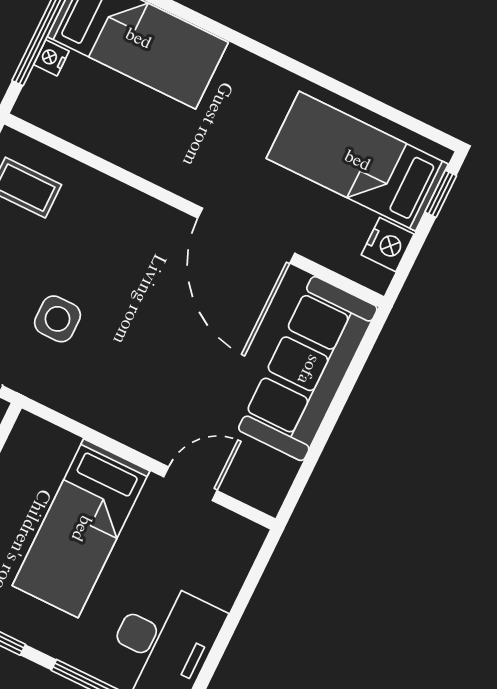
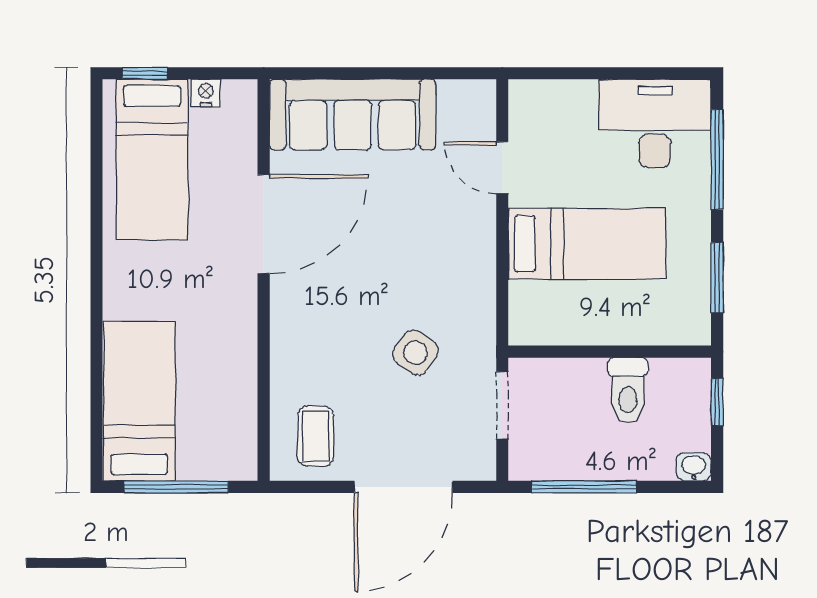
nightstand: (51, 58) -> (192, 468), removed
nightstand: (388, 245) -> (206, 93), width x0.72, depth x0.74
side table: (58, 319) -> (416, 353), turned 35

